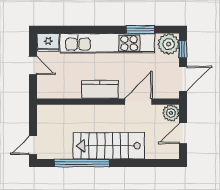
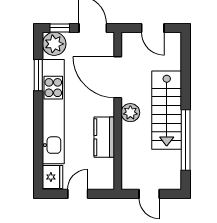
kitchen counter: (100, 89) -> (104, 137), moved
door: (138, 102) -> (118, 77), width x1.36
plant: (171, 113) -> (130, 113), moved
door: (33, 145) -> (149, 194), moved

